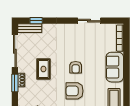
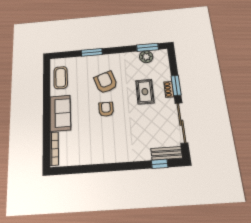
sliding door: (89, 21) -> (93, 168), removed
rug: (43, 69) -> (145, 92), moved
armchair: (74, 91) -> (106, 82), turned -109

